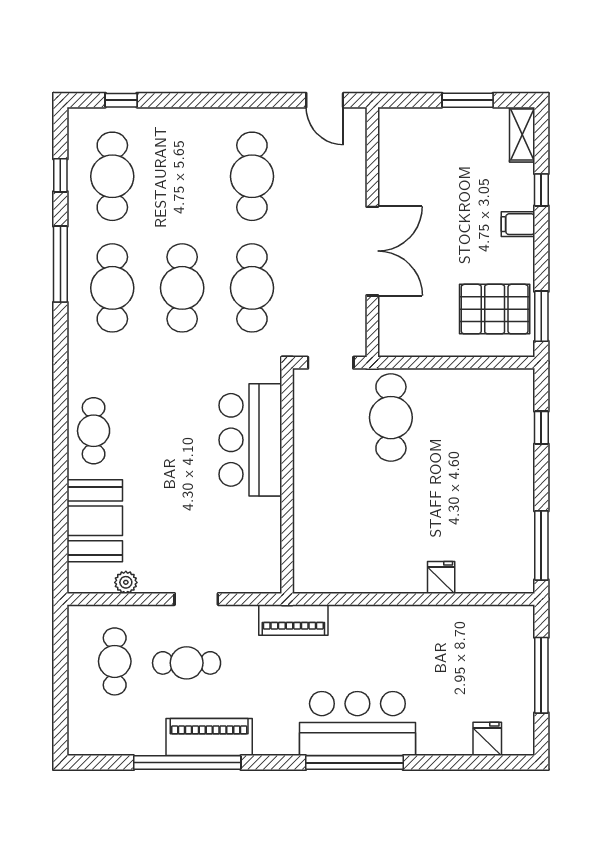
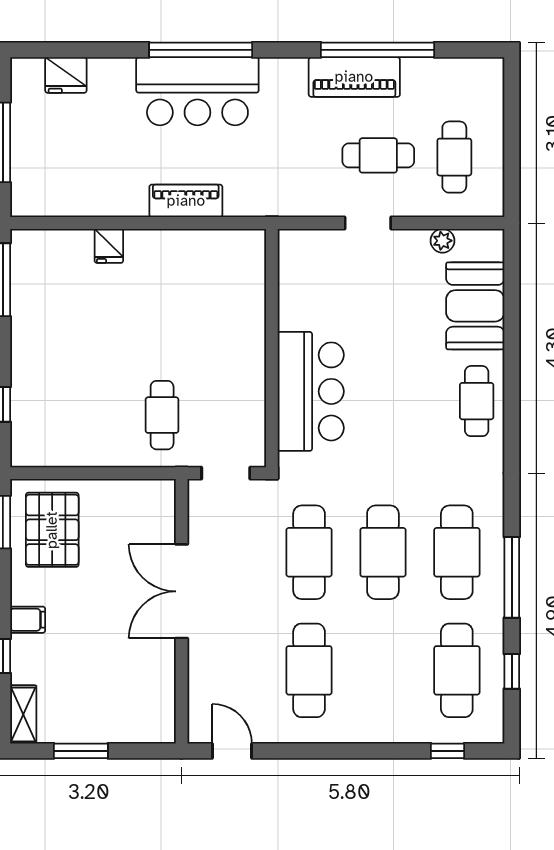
pallet: (495, 309) -> (52, 530), turned 90
cafe table: (391, 418) -> (162, 415), width x0.73, depth x0.74
piano: (293, 620) -> (186, 201), moved
fridge: (487, 739) -> (66, 75), width x1.38

